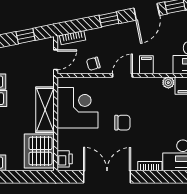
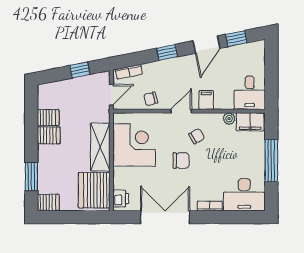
chair: (137, 99) -> (197, 136), added

